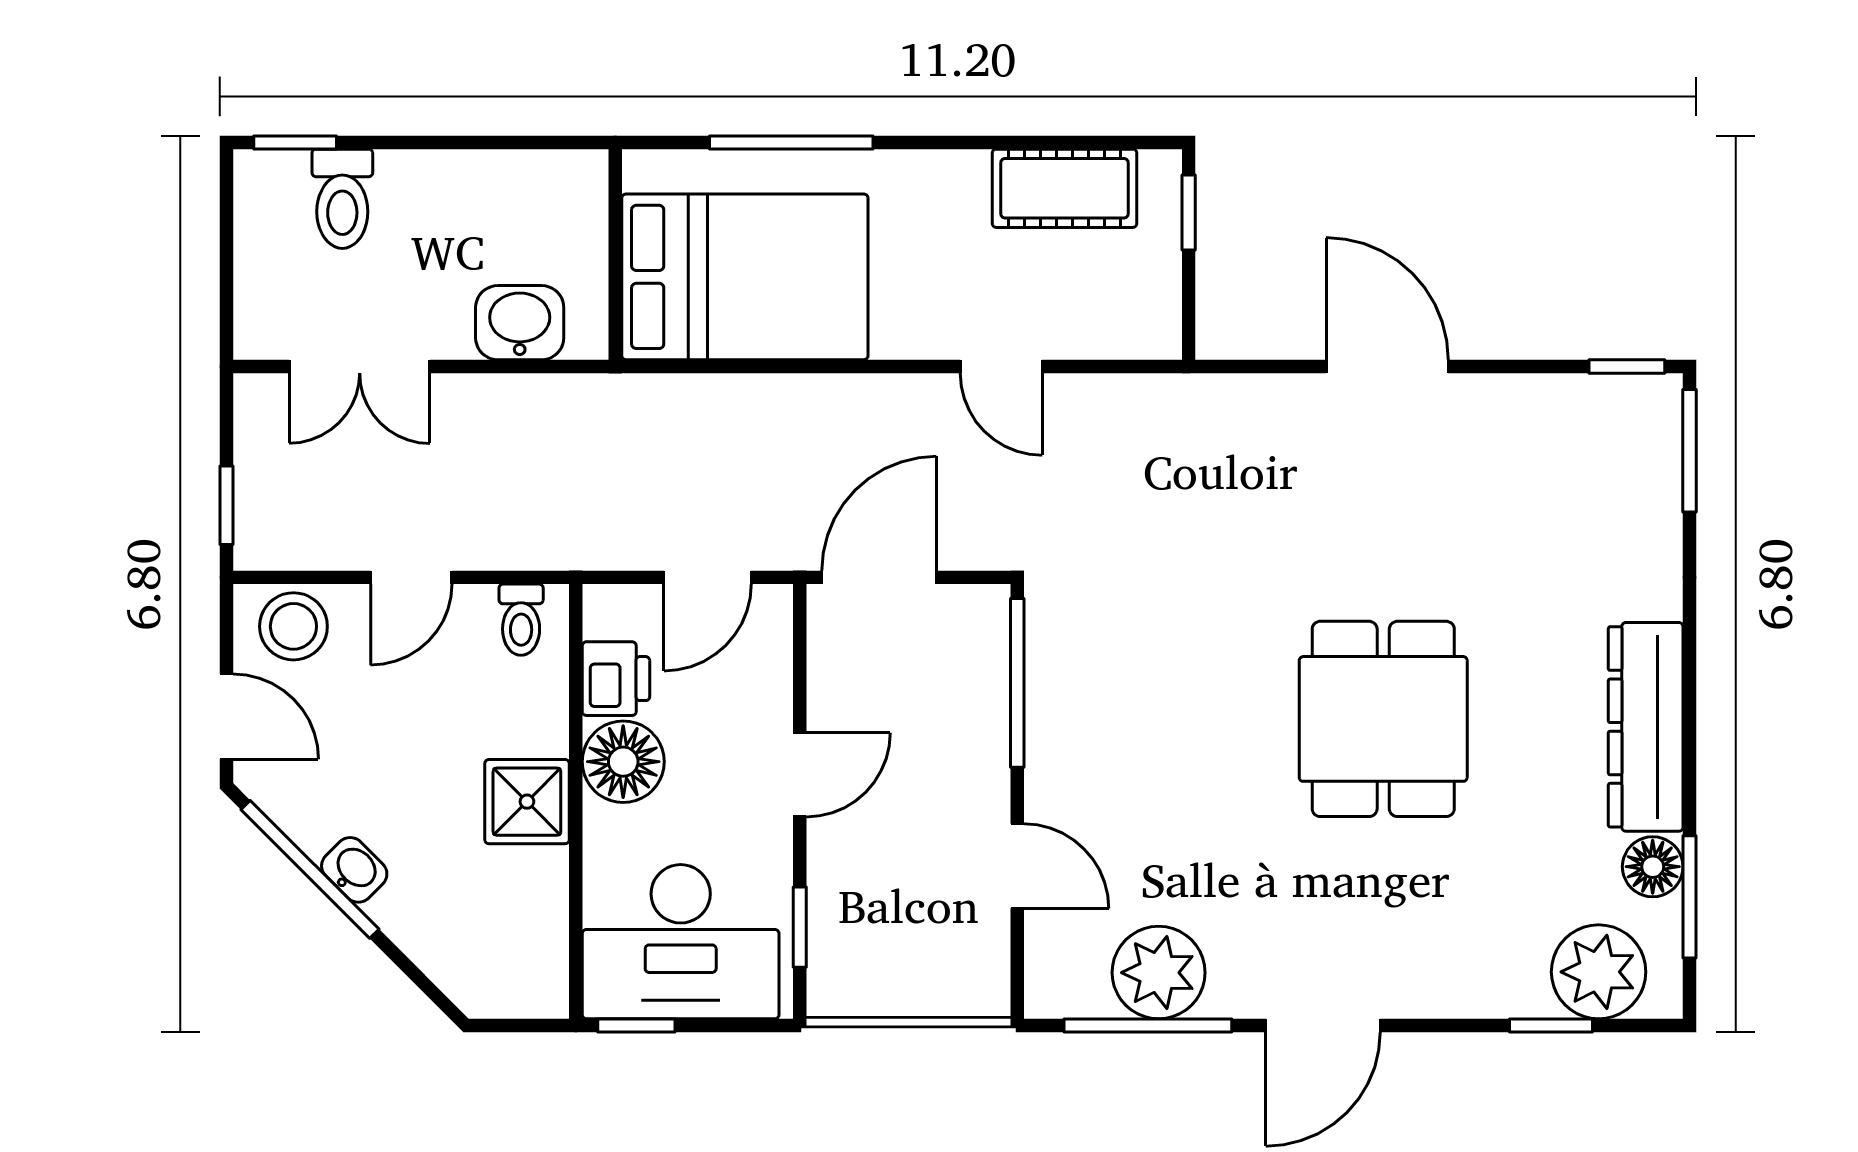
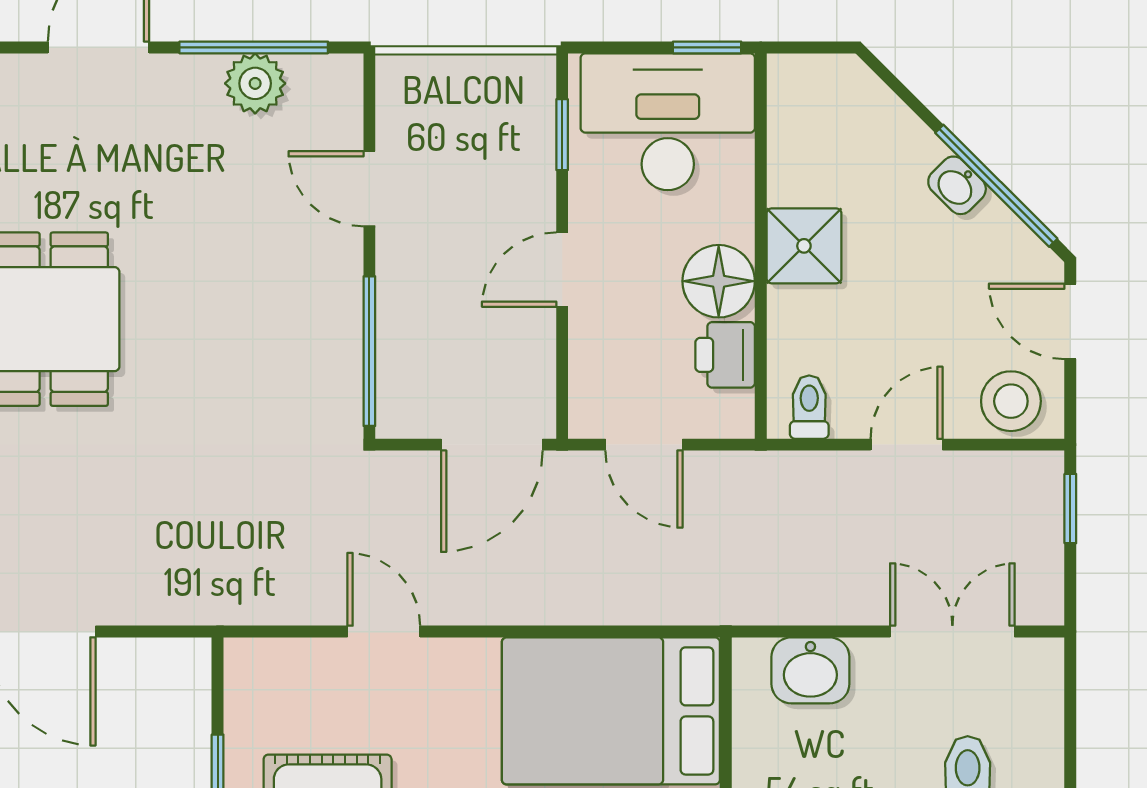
door: (708, 577) -> (644, 445), swing flipped
plant: (1159, 973) -> (255, 83), width x0.73, depth x0.73

